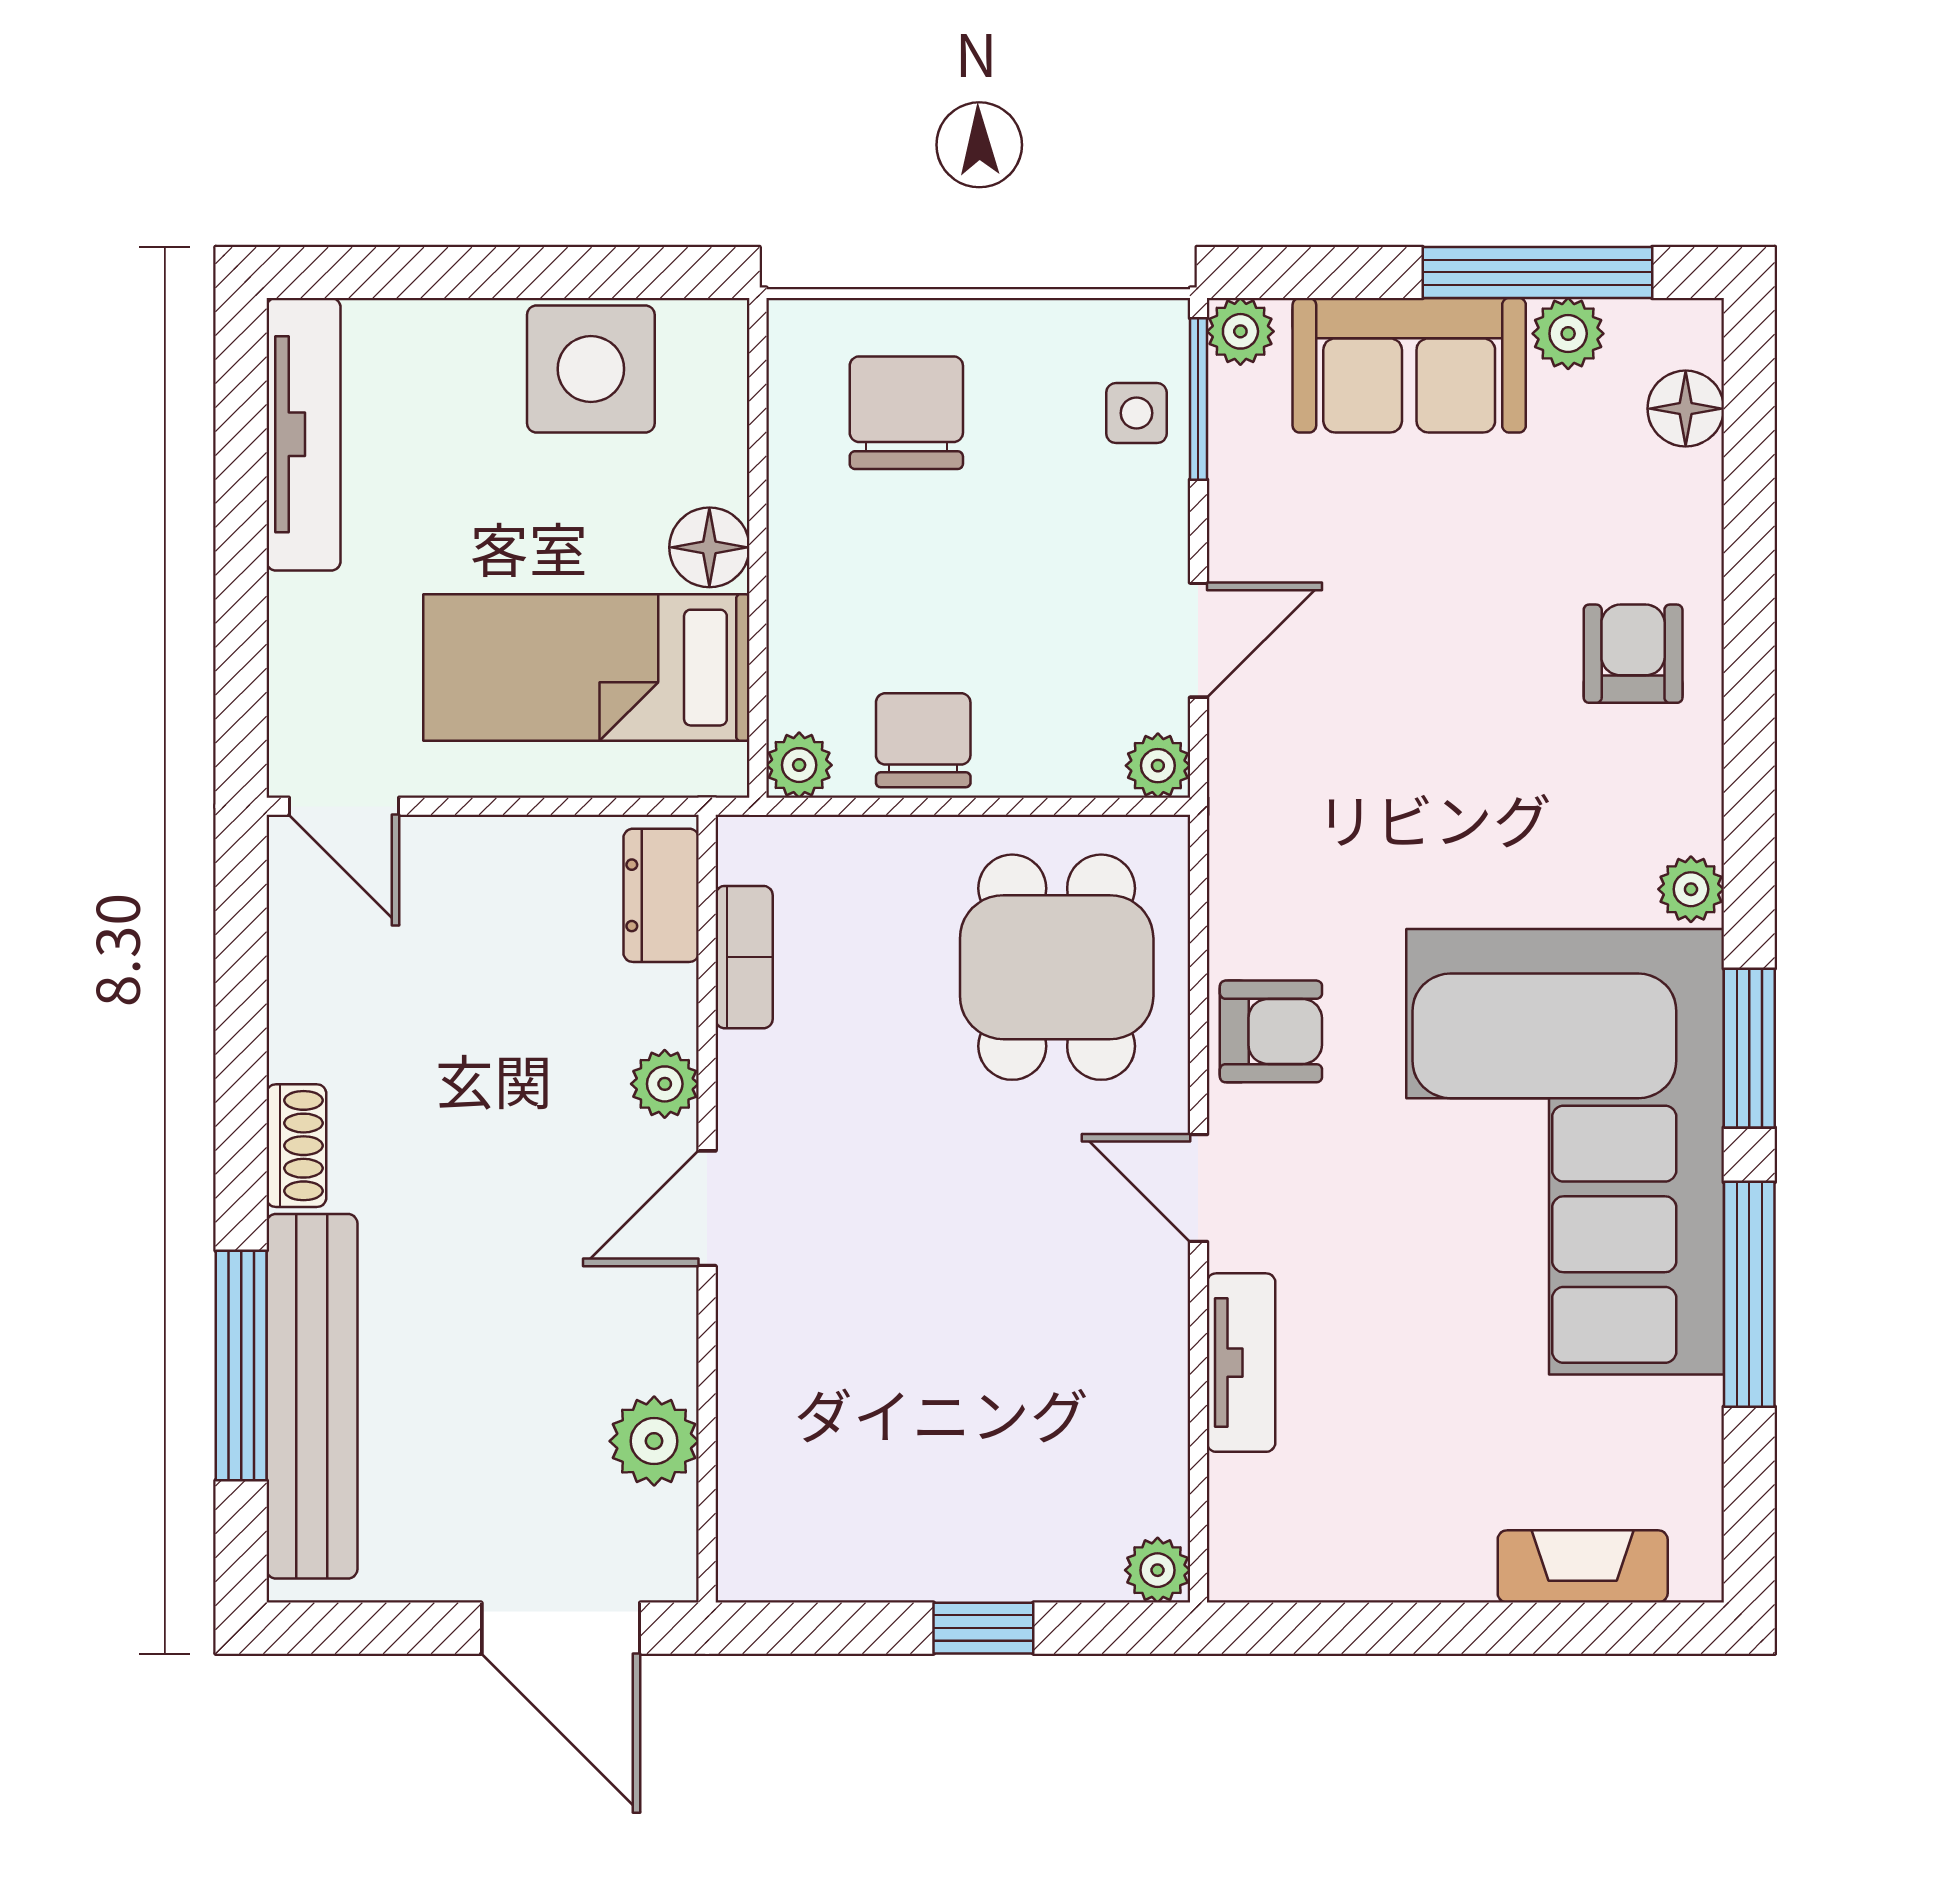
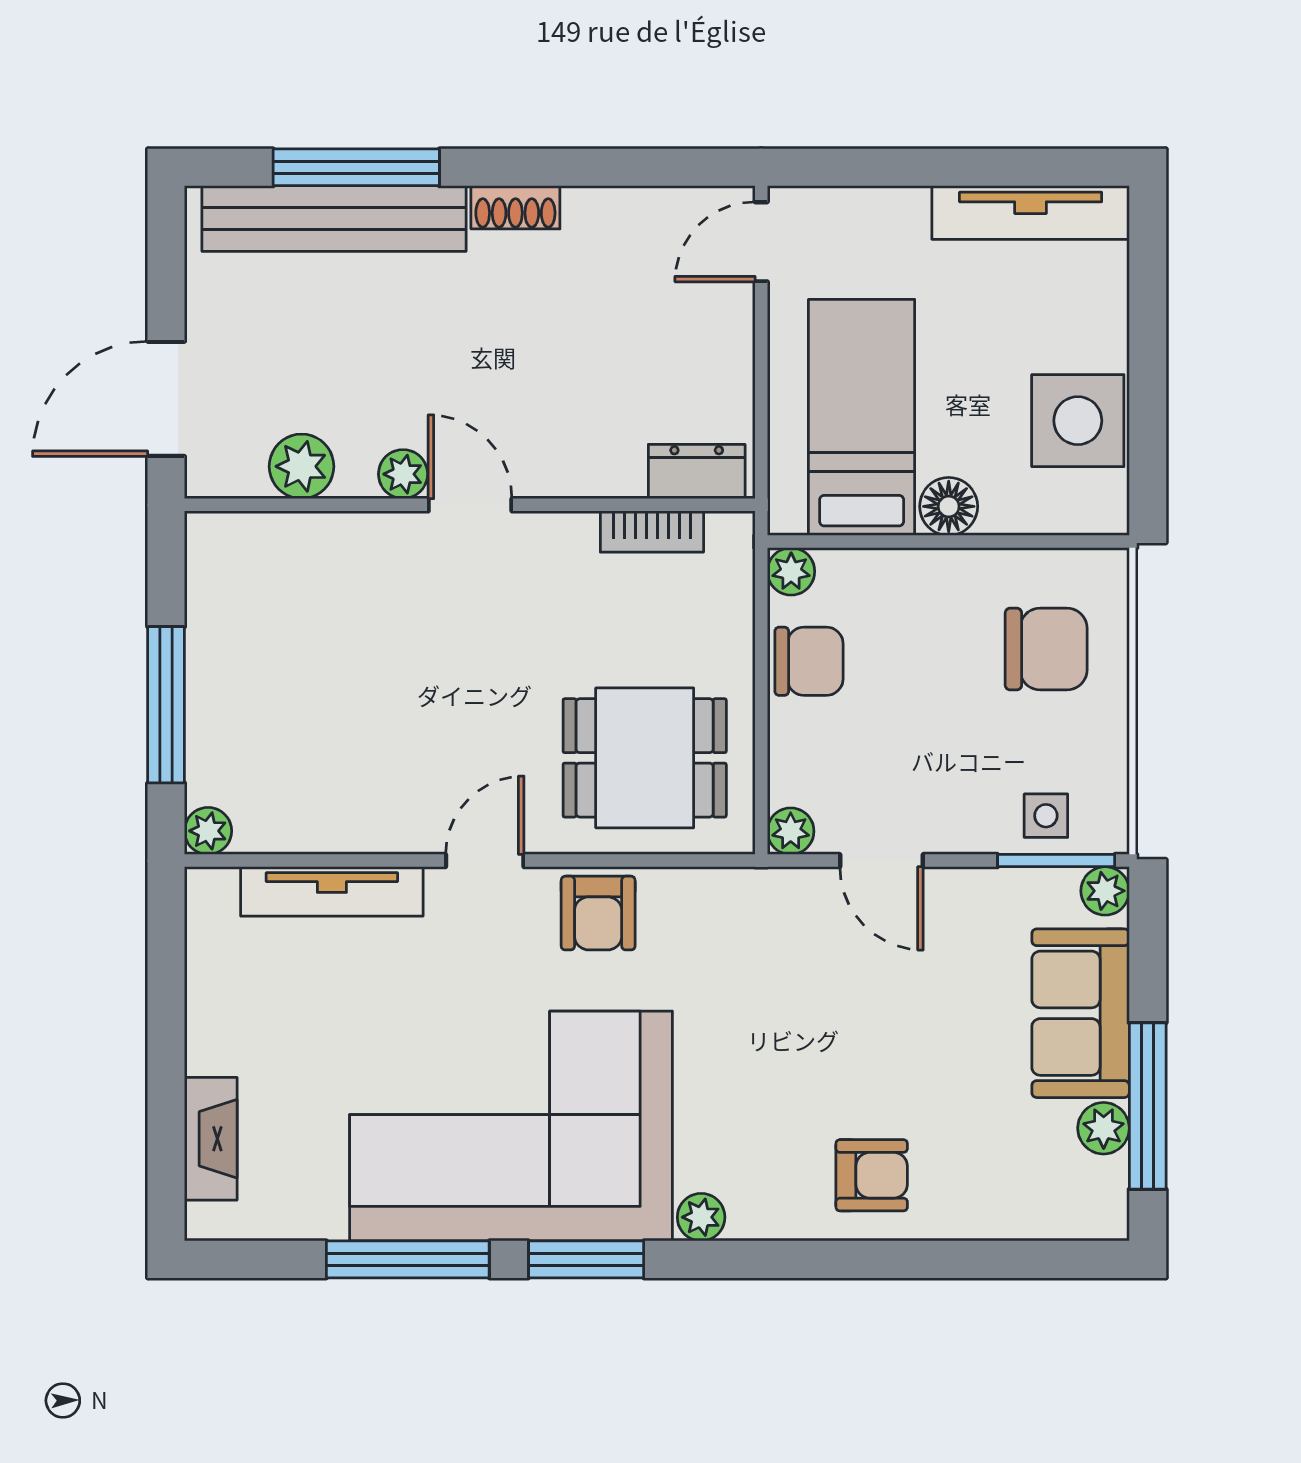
floor lamp: (1686, 409) -> (1049, 1213), removed
plant: (665, 1084) -> (403, 474), moved
tv unit: (1241, 1363) -> (332, 891), width x1.41
window: (983, 1628) -> (166, 705), width x2.17

